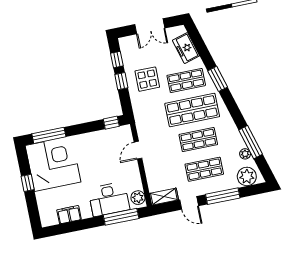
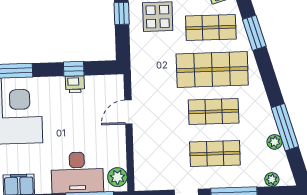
window: (111, 123) -> (74, 69), moved
printer: (97, 137) -> (75, 84), added
plant: (247, 176) -> (272, 179), width x0.53, depth x0.53
shelving: (164, 197) -> (153, 182), removed

